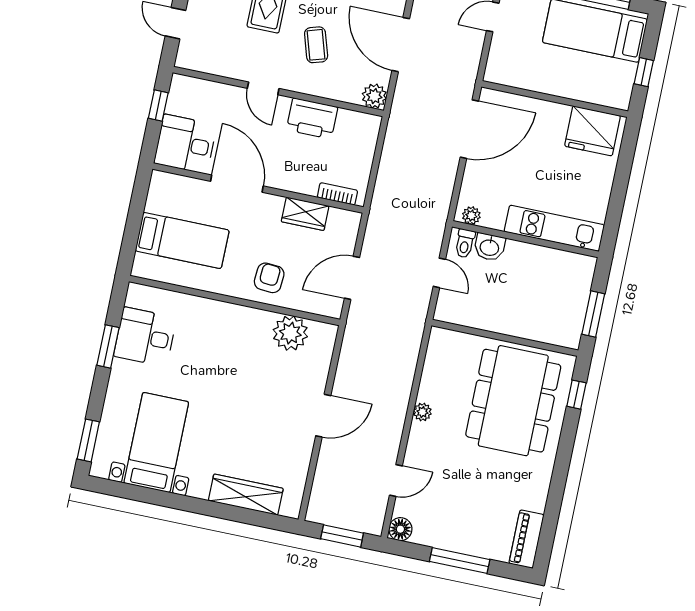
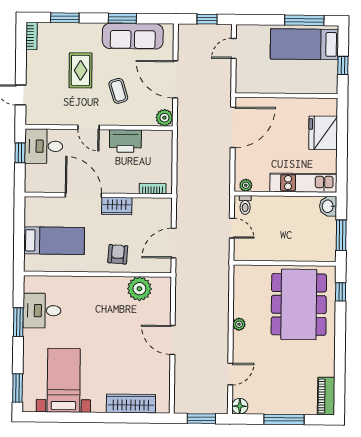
fridge: (593, 131) -> (323, 133), moved, turned 90
desk: (185, 144) -> (44, 146), moved
wardrobe: (305, 214) -> (117, 206), moved
washbasin: (490, 247) -> (328, 206), moved, turned 90
door: (323, 416) -> (173, 340), swing flipped

